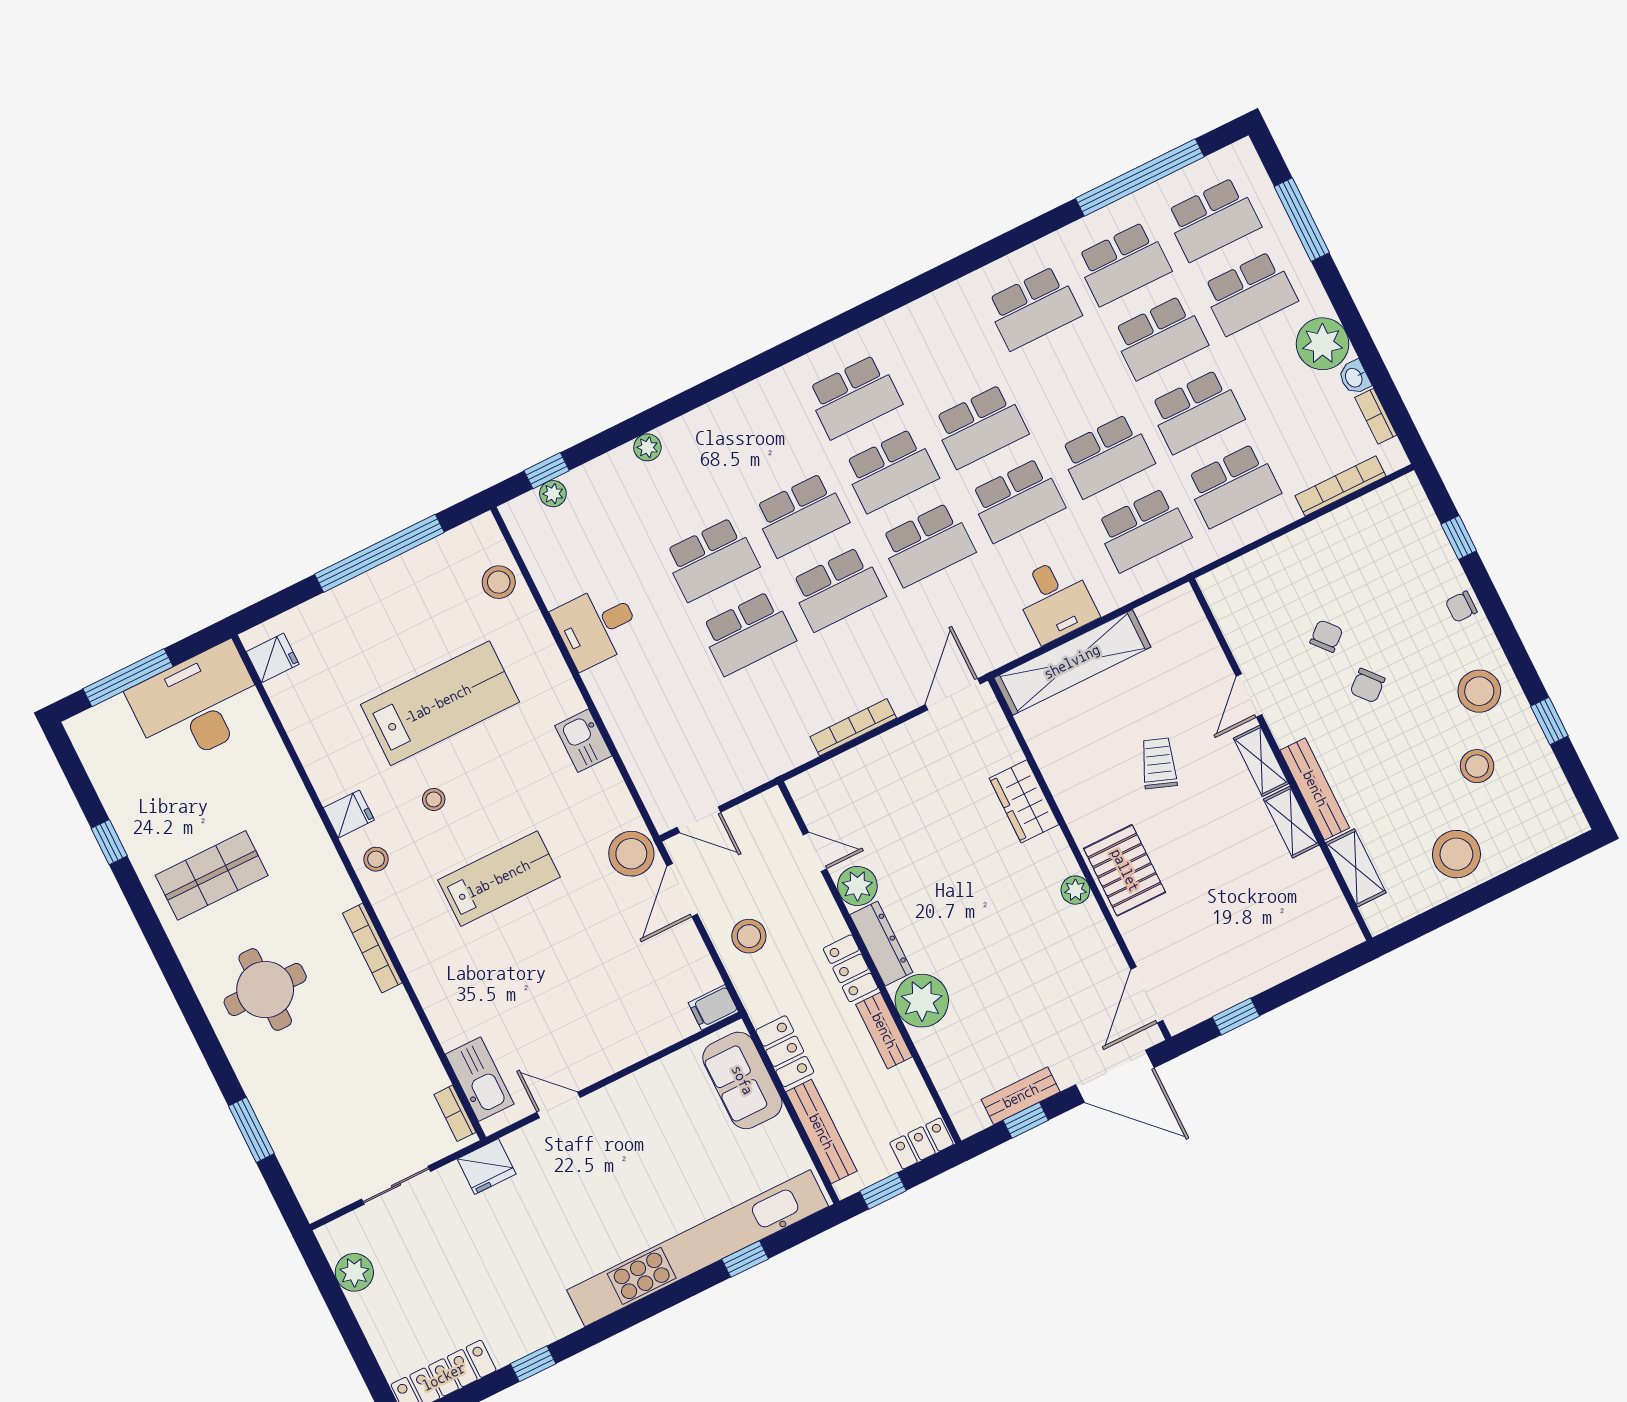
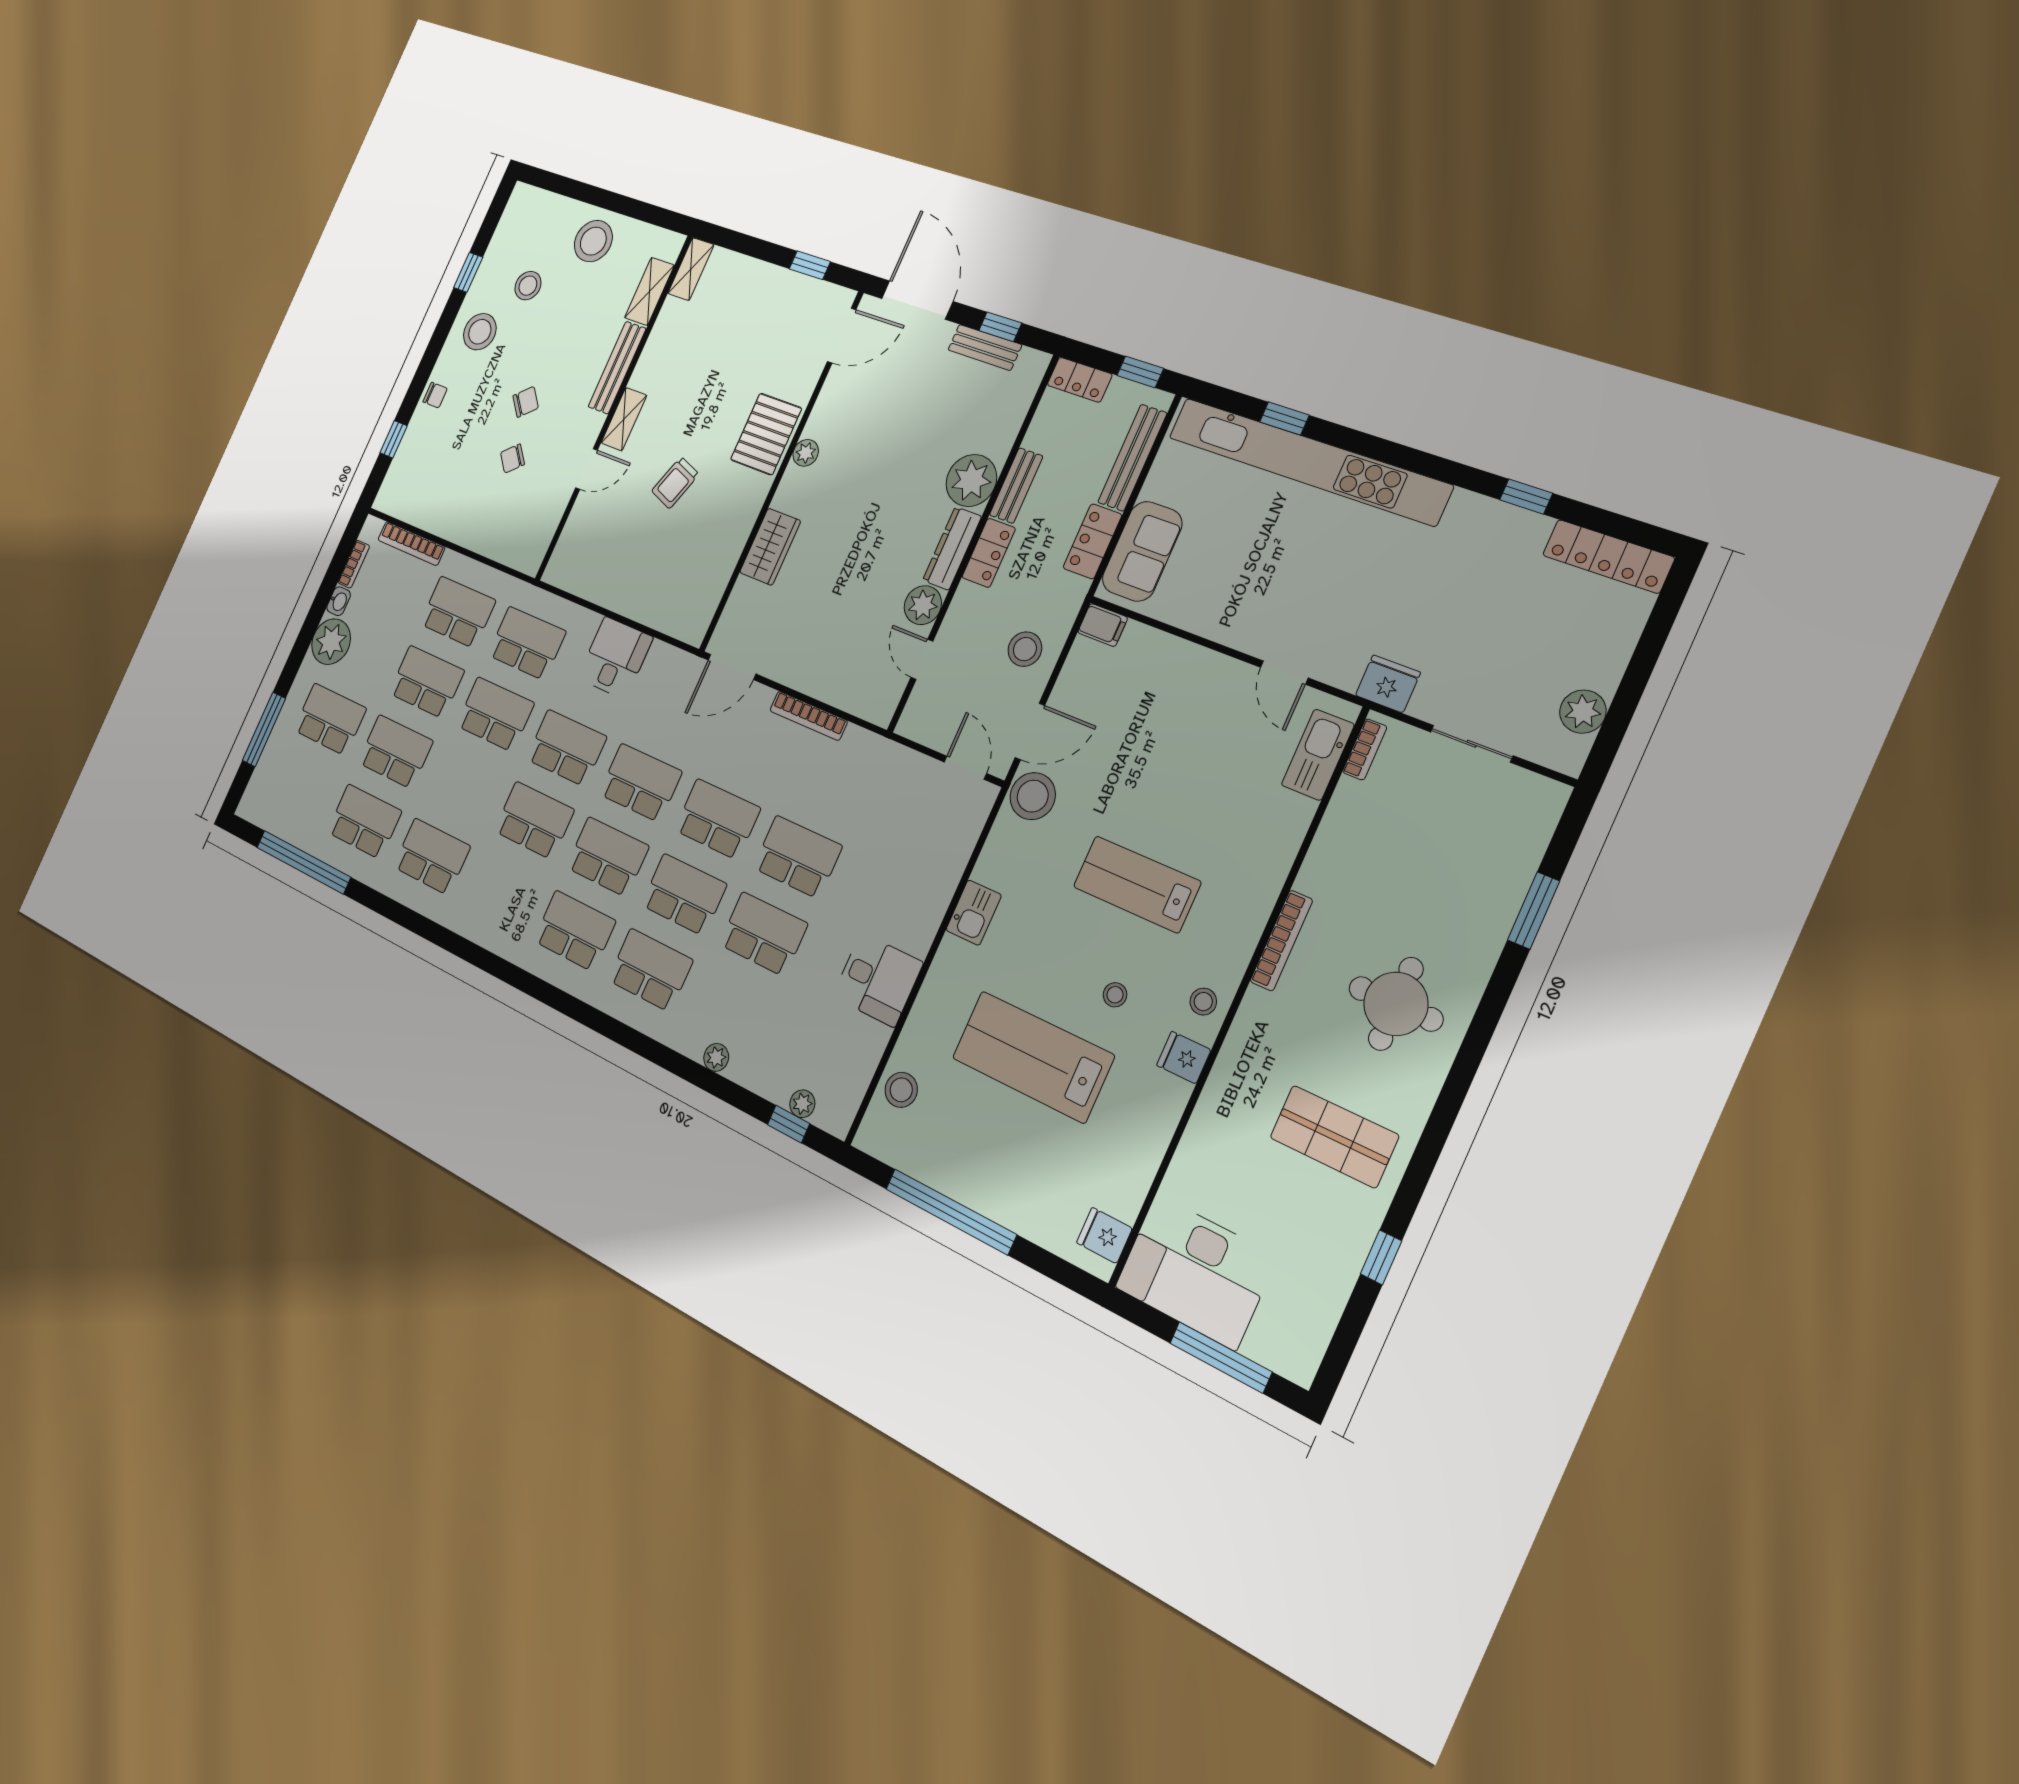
school desk: (1213, 219) -> (650, 970), moved
shelving: (1072, 662) -> (649, 606), removed
shelving: (1291, 822) -> (691, 269), moved

